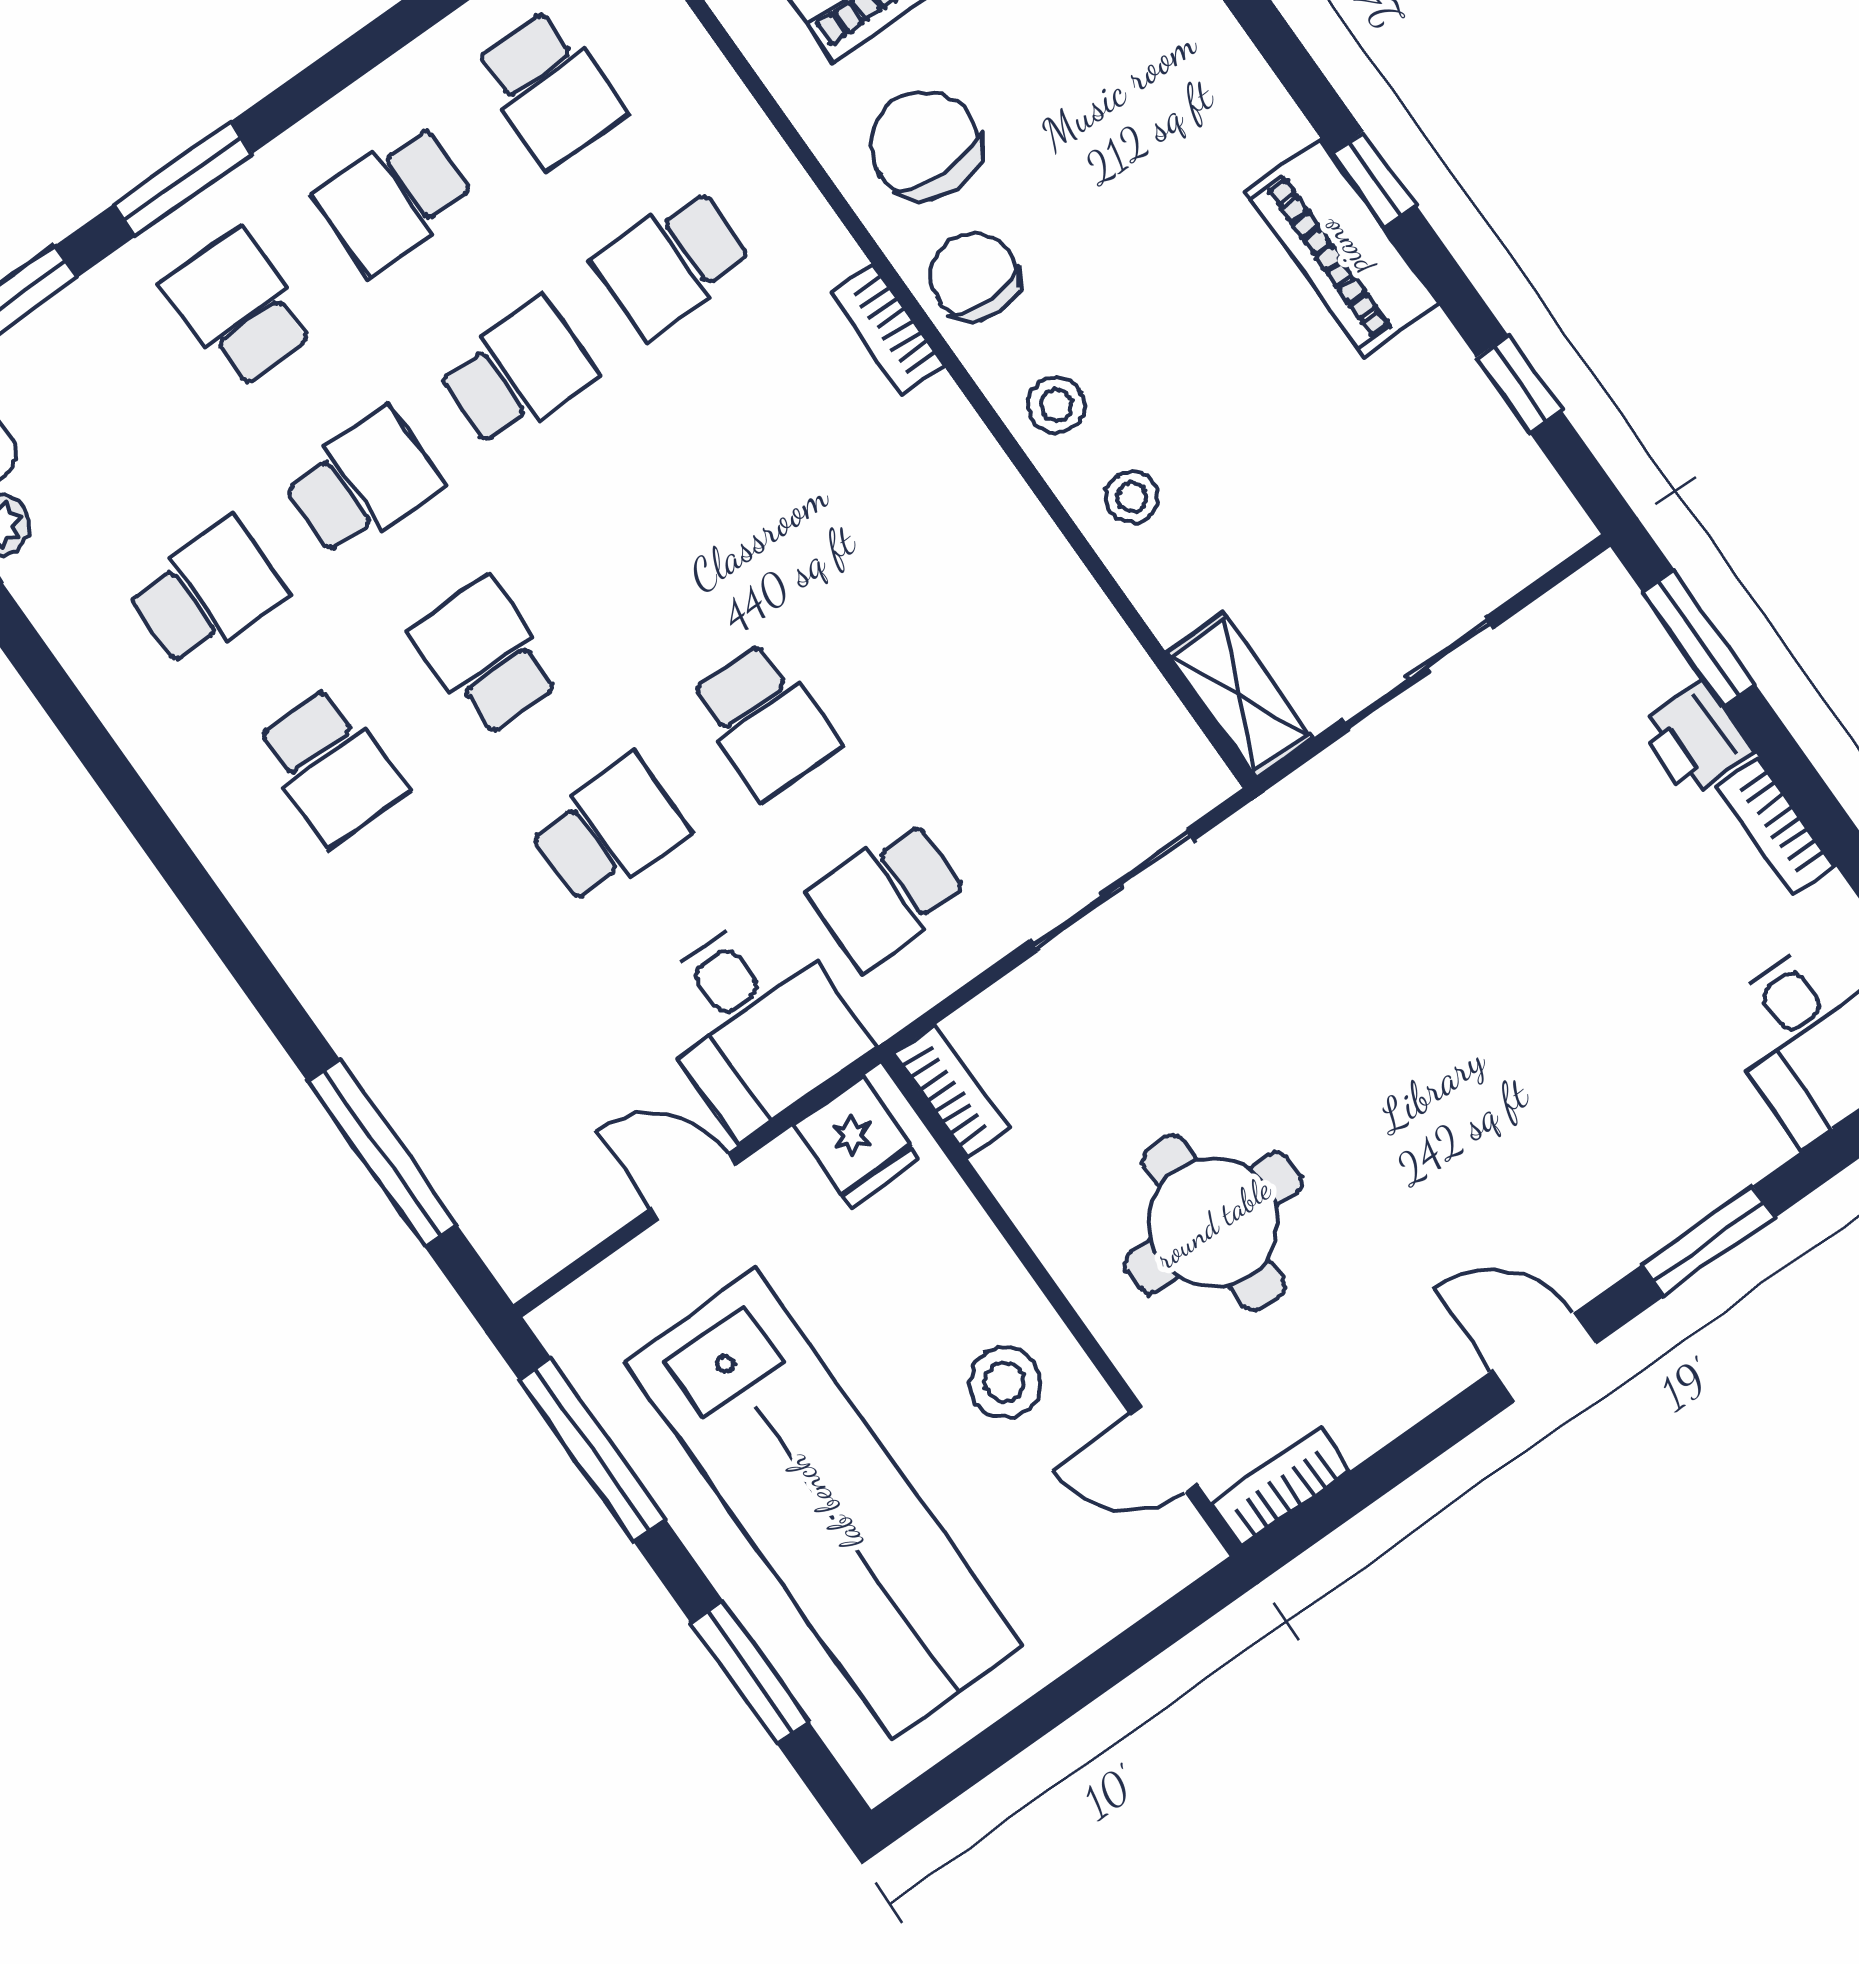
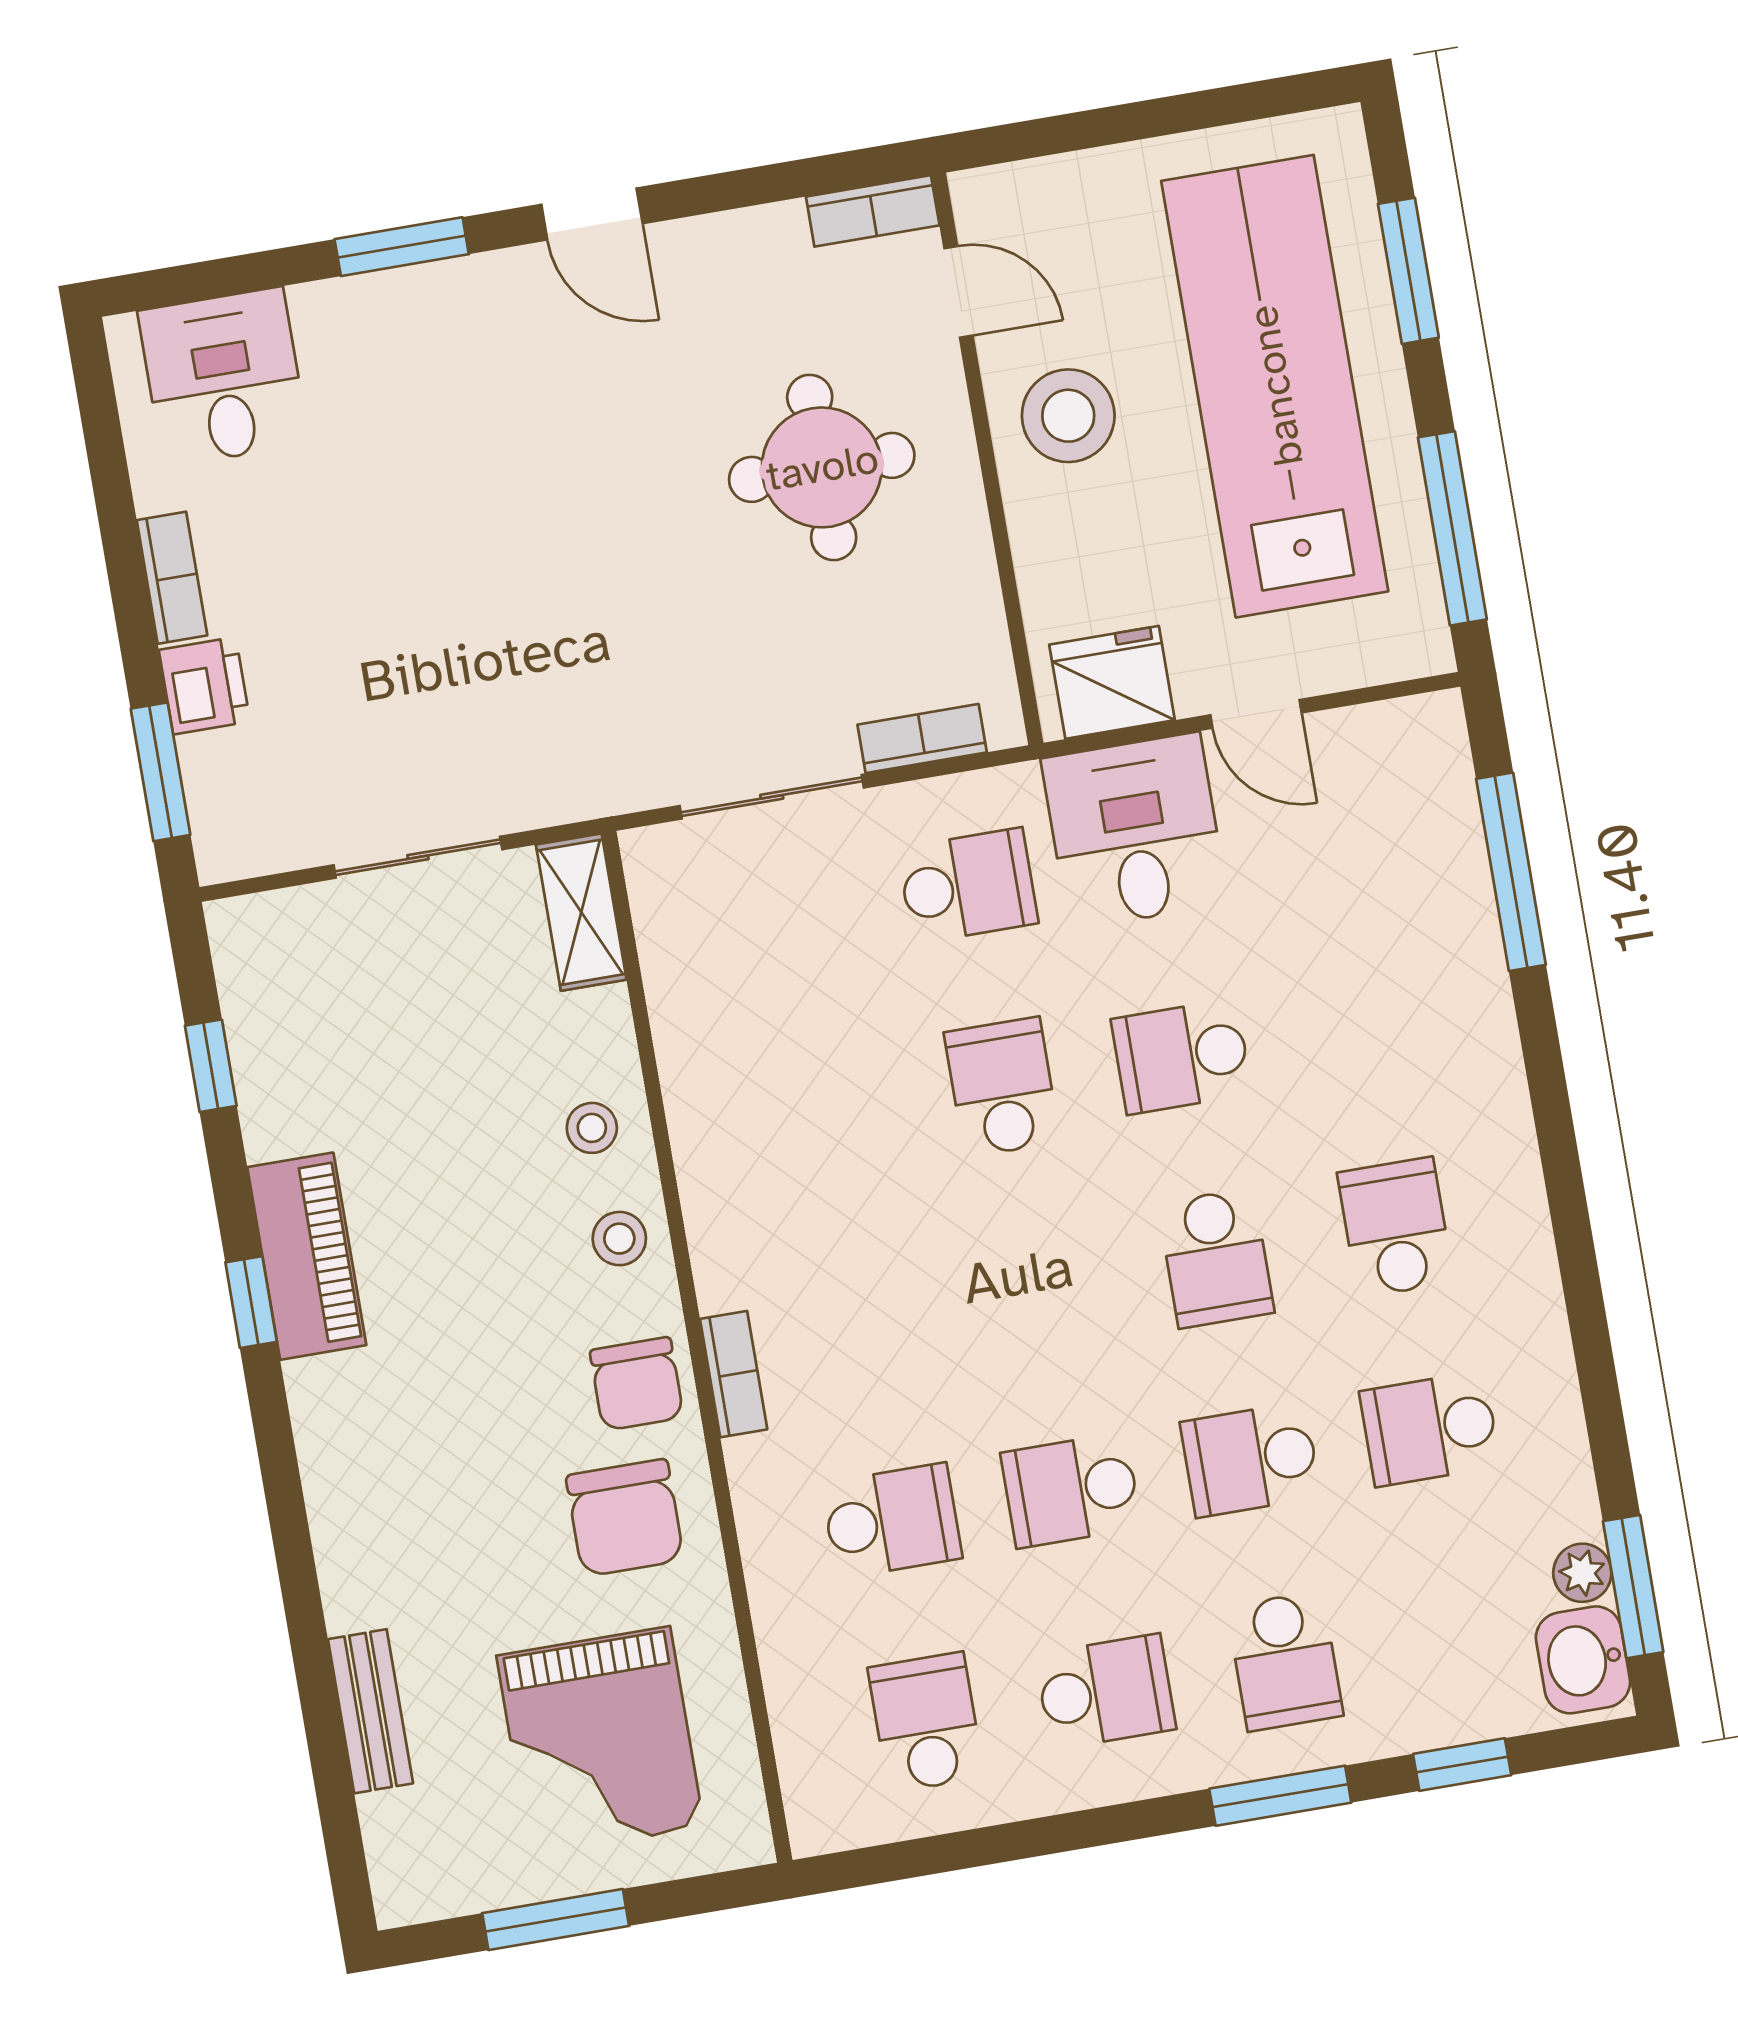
bookcase: (952, 1092) -> (922, 738), moved, turned 90
fridge: (856, 1142) -> (1112, 682), width x1.38
stool: (1005, 1383) -> (1068, 416), width x1.38, depth x1.38

